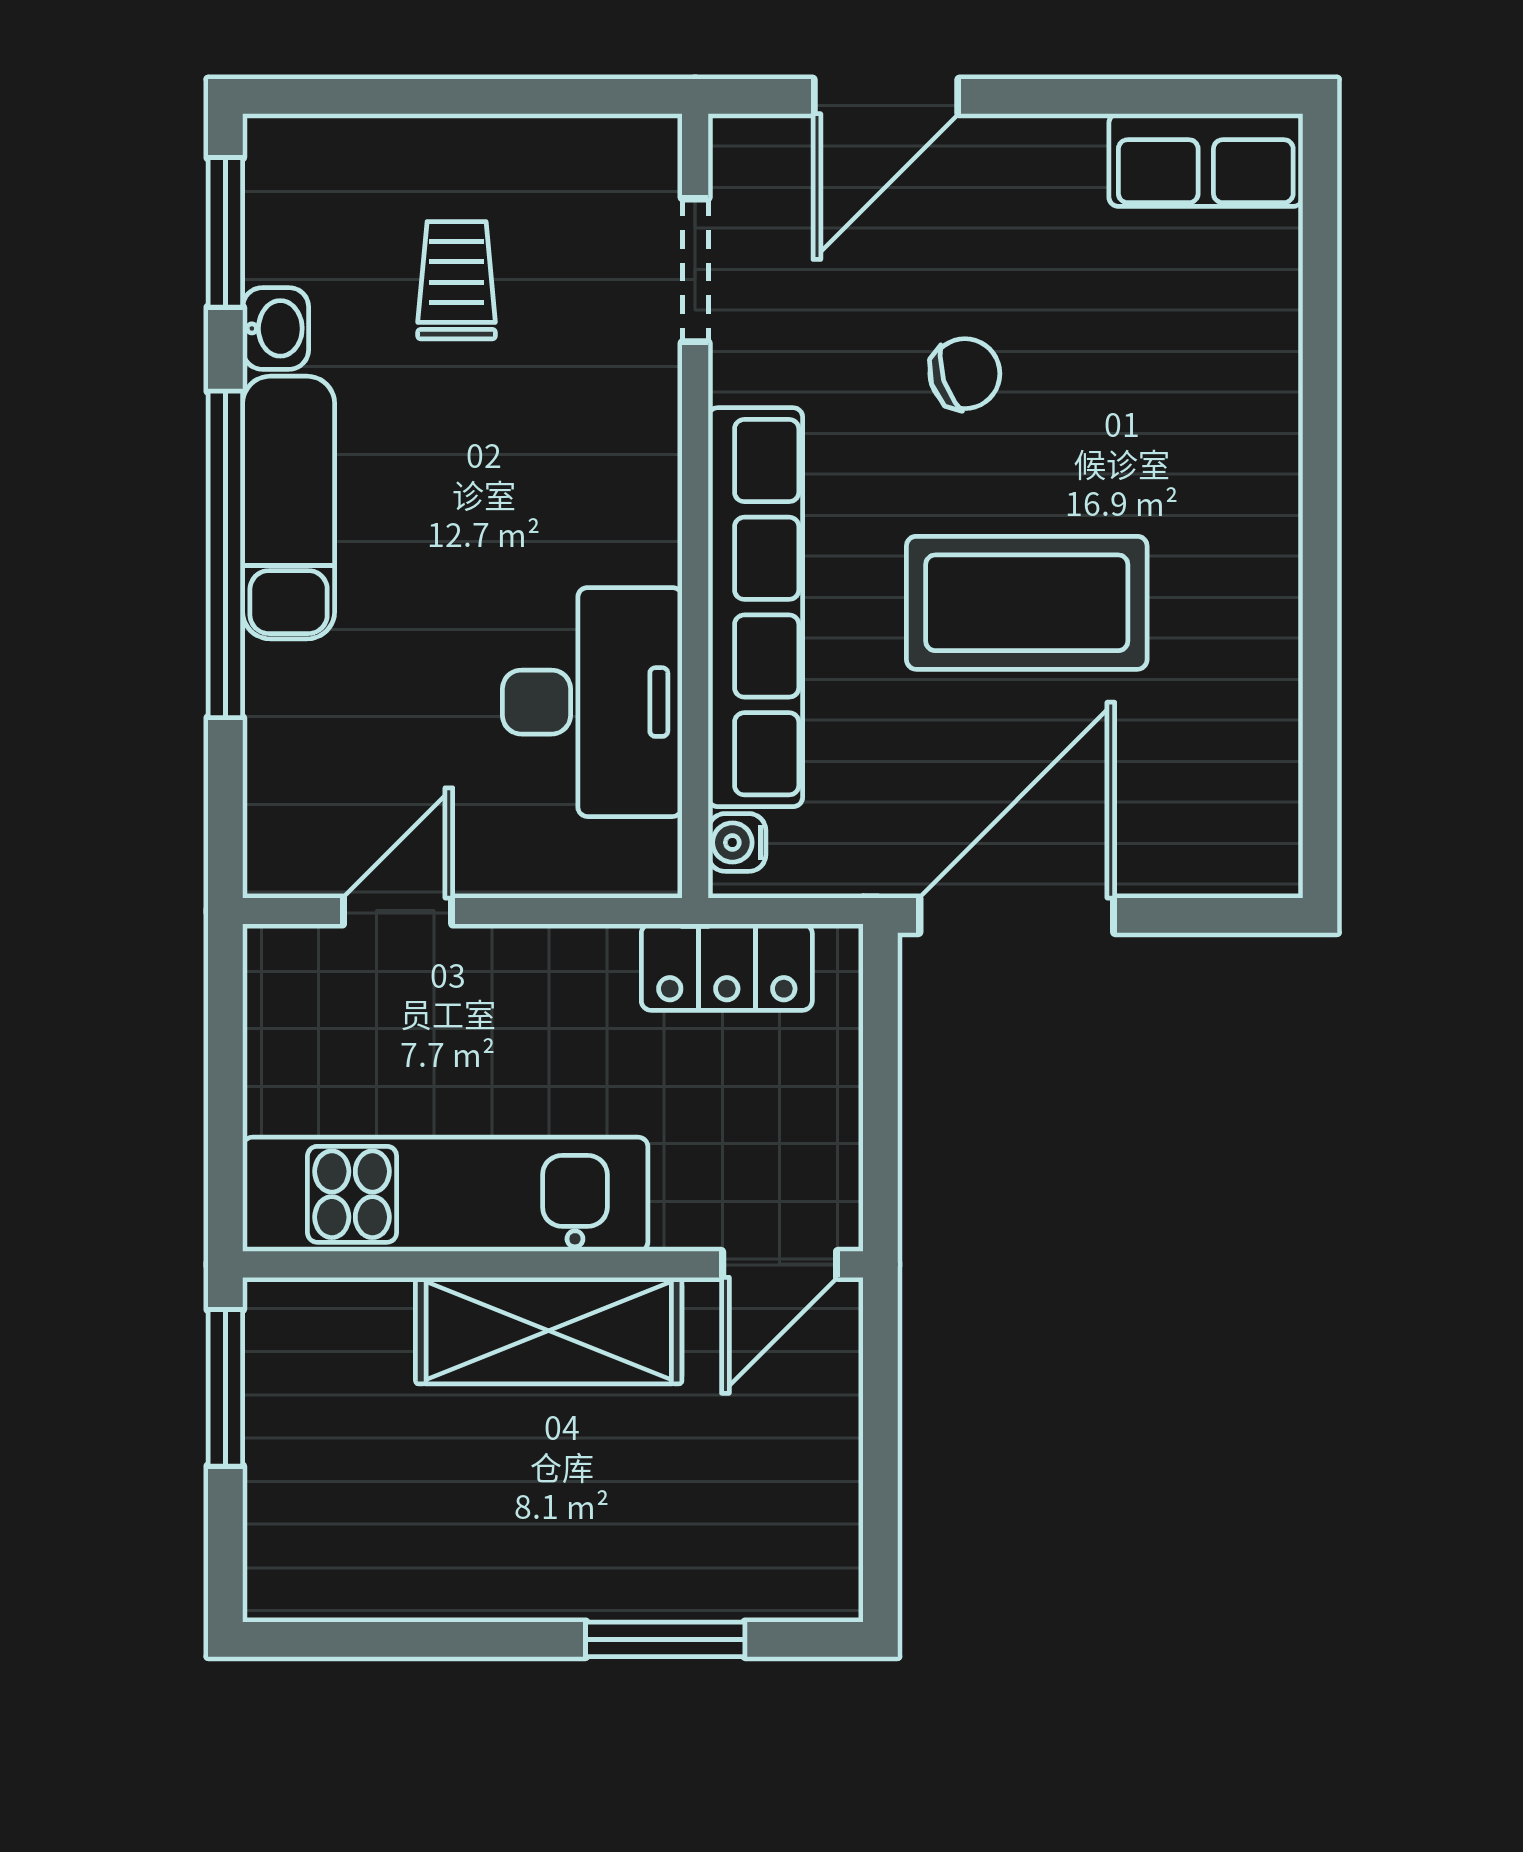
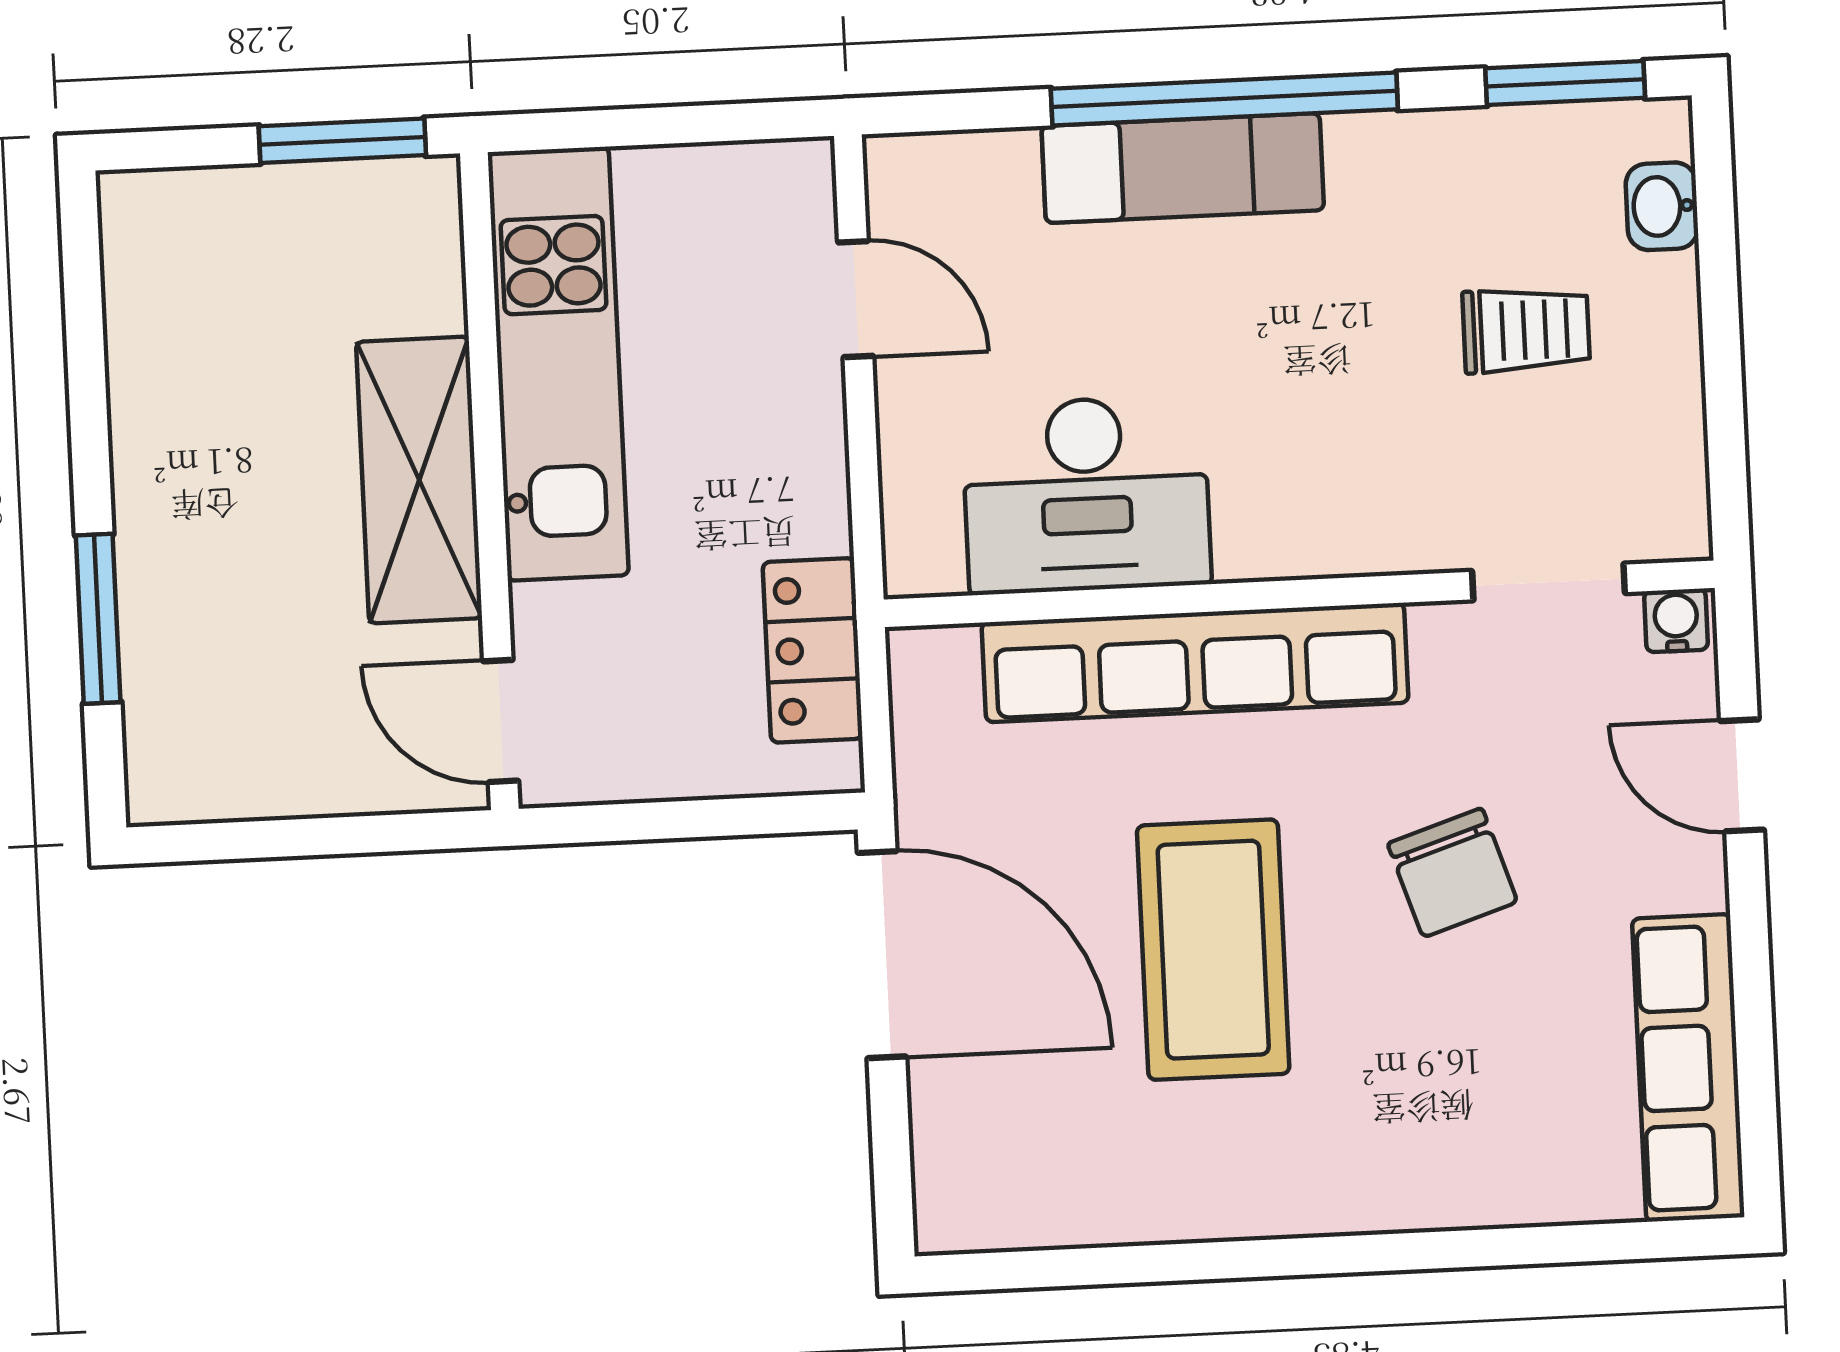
door: (886, 96) -> (1742, 775), width x0.73
row of seats: (1206, 160) -> (1688, 1068), width x1.48
washbasin: (276, 328) -> (1662, 206), moved, turned 90
chair: (965, 374) -> (1453, 873), width x1.37, depth x1.37
exam couch: (289, 508) -> (1183, 168), moved
water cooler: (737, 842) -> (1676, 620), moved

